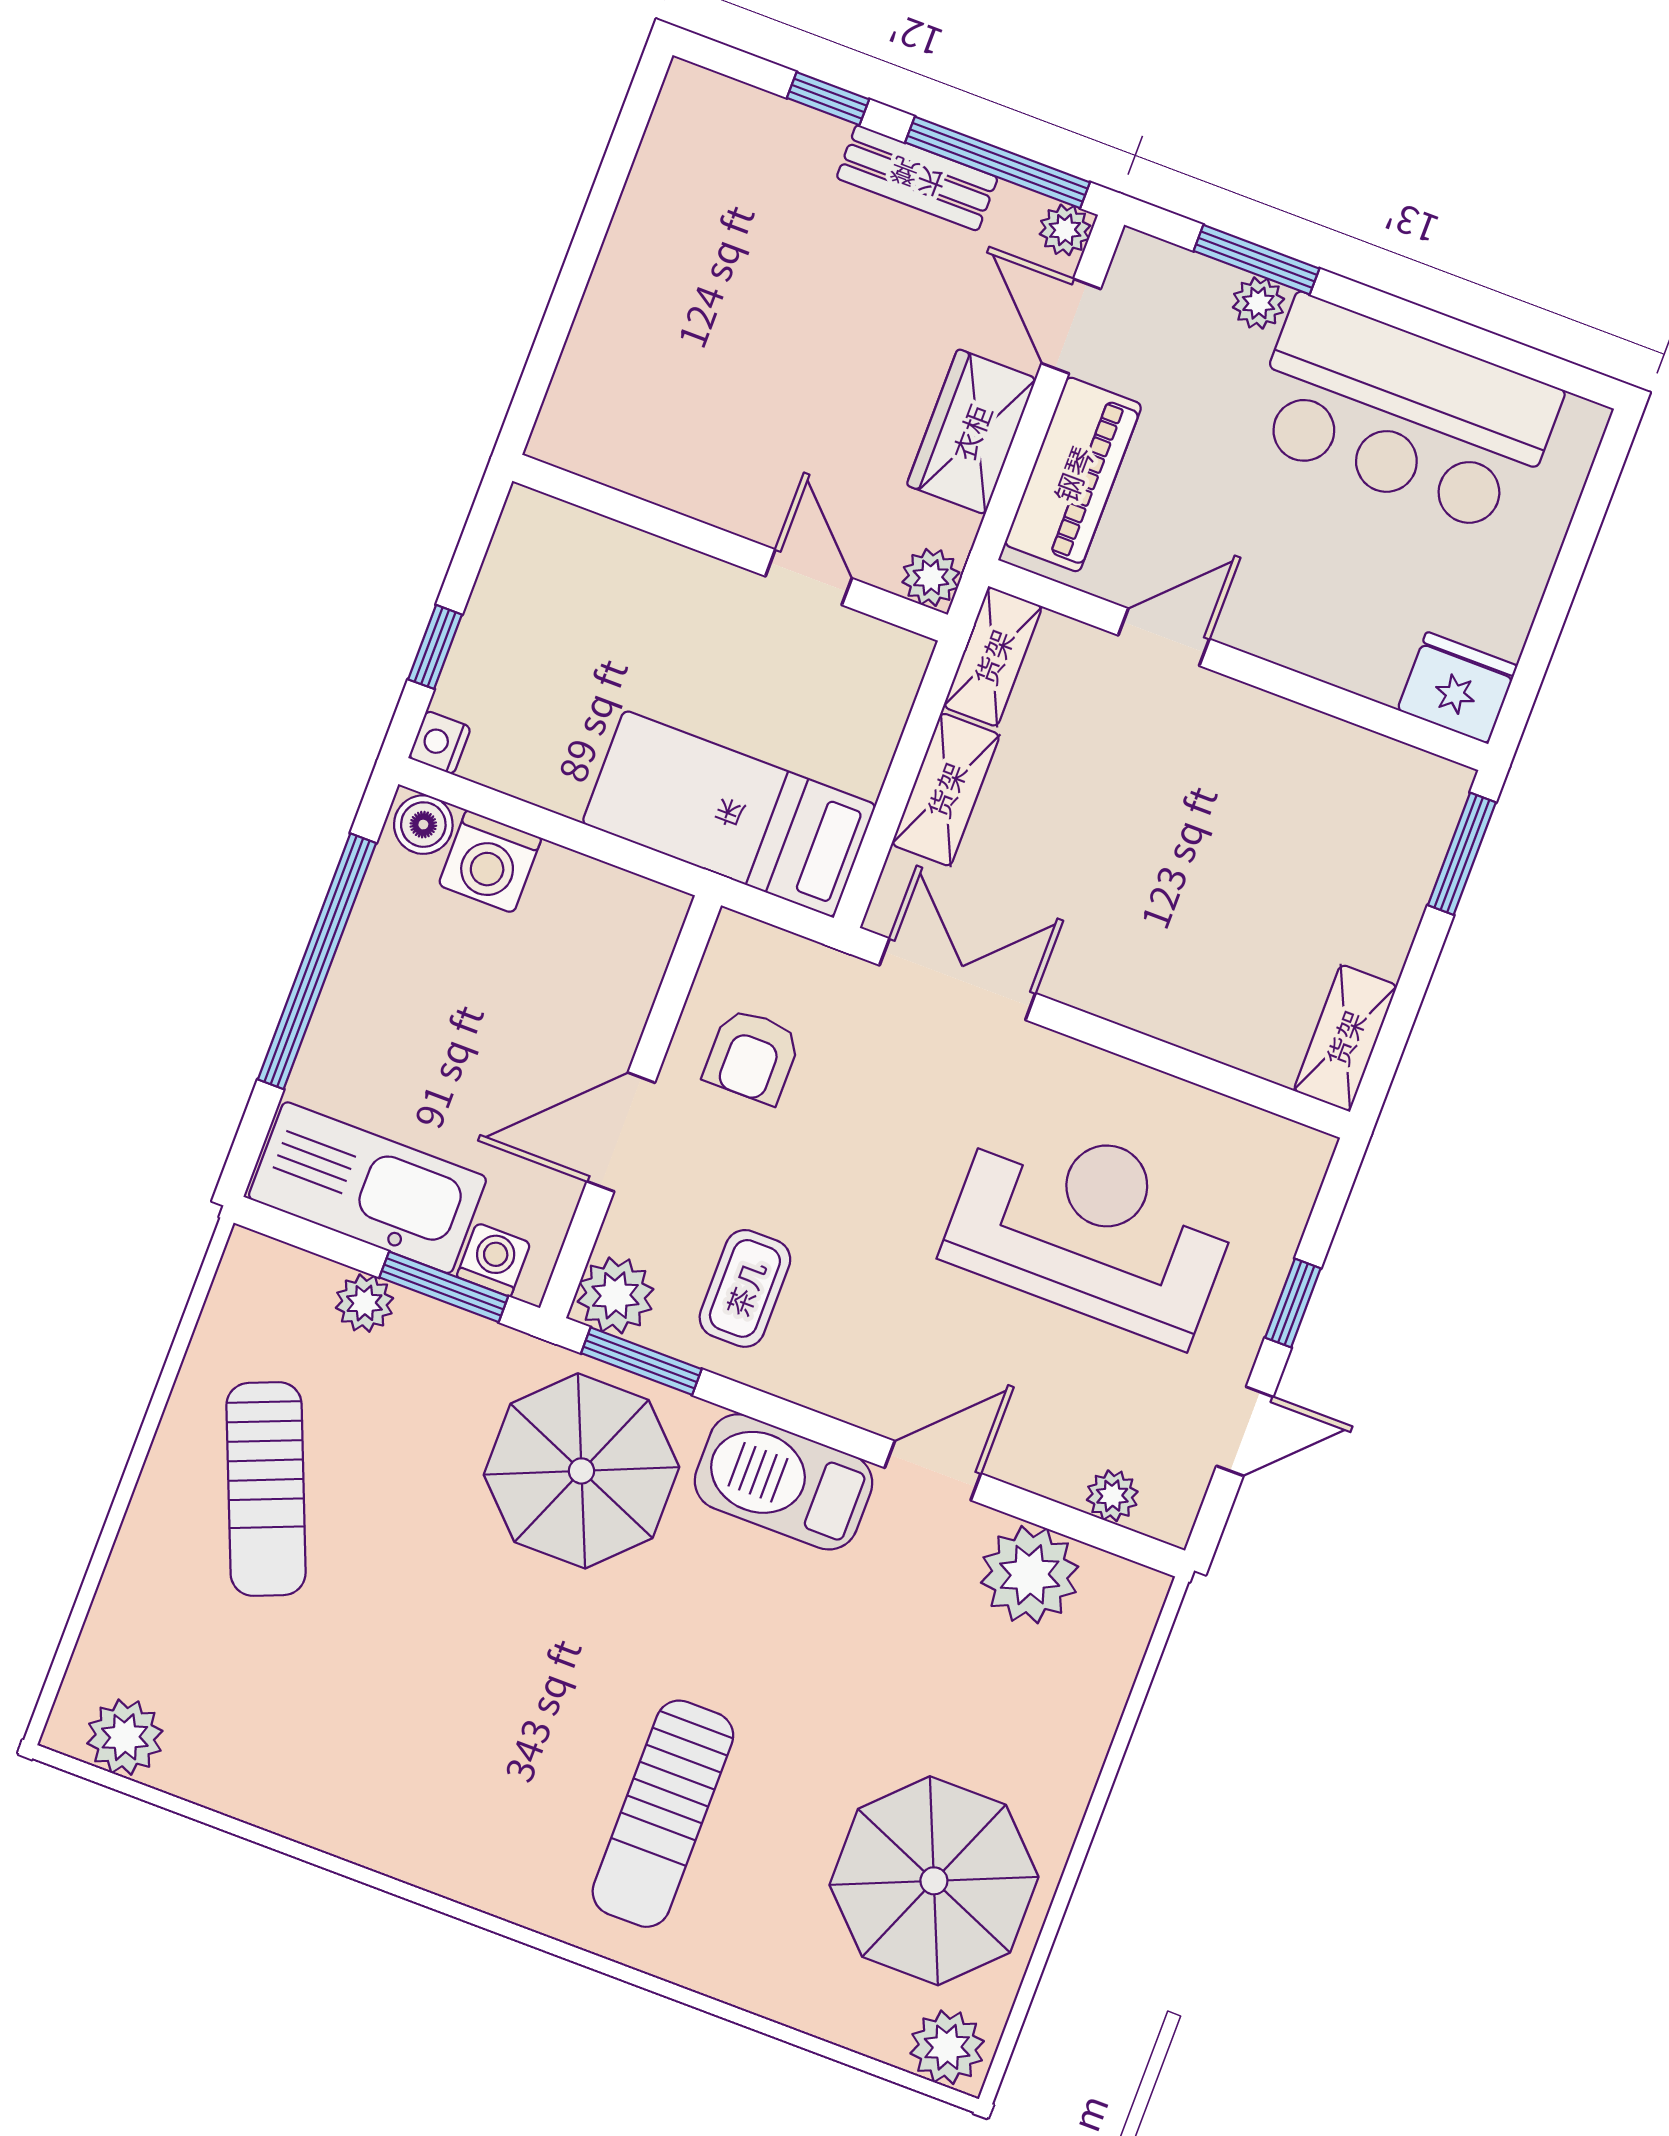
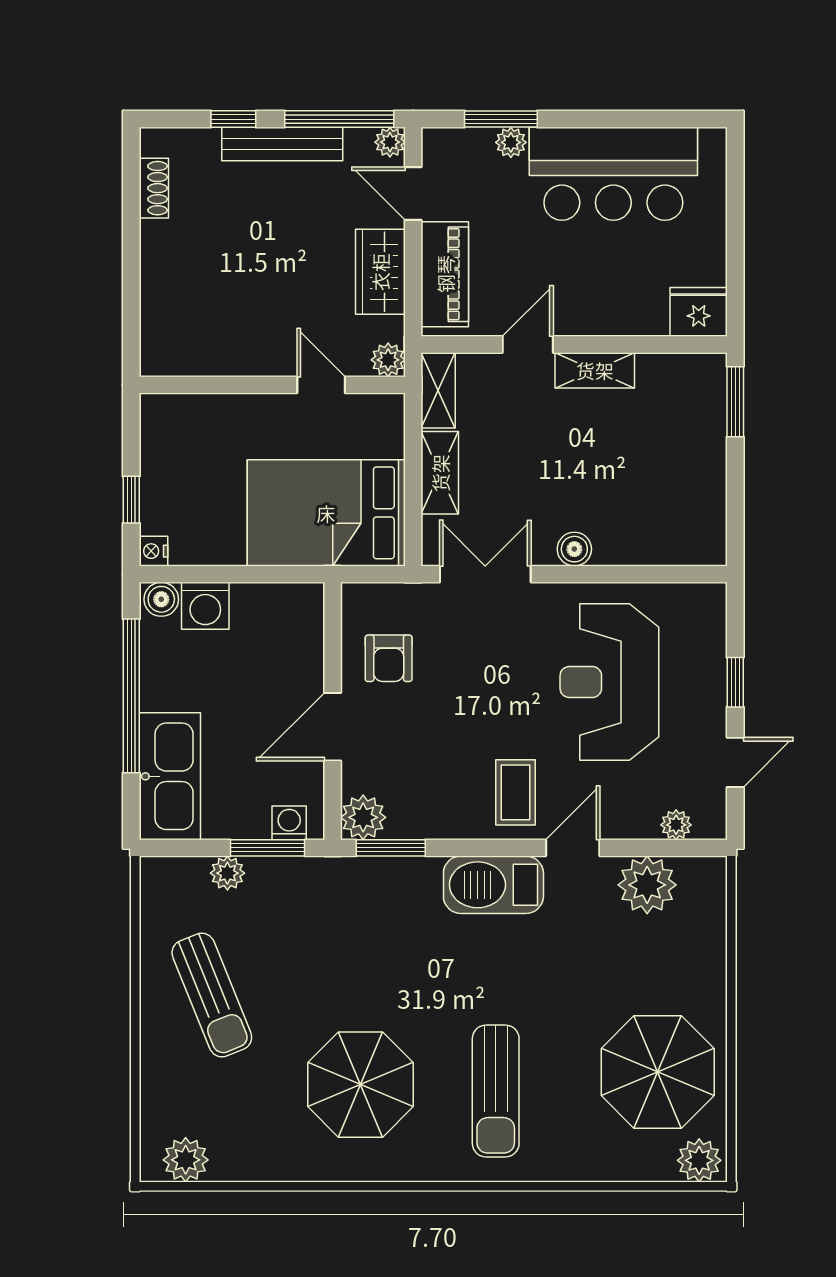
shoe rack: (659, 161) -> (154, 188), added
bench: (917, 178) -> (282, 144), width x1.36
bed: (729, 814) -> (326, 513), width x1.50
boiler: (1115, 993) -> (574, 549), added
shelving: (1345, 1038) -> (595, 370), moved, turned 90
kitchen sink: (367, 1188) -> (170, 776), moved, turned 90
reception desk: (1091, 1227) -> (609, 682), turned -90
coffee table: (745, 1288) -> (515, 792), moved
parasol: (581, 1471) -> (361, 1085), moved

